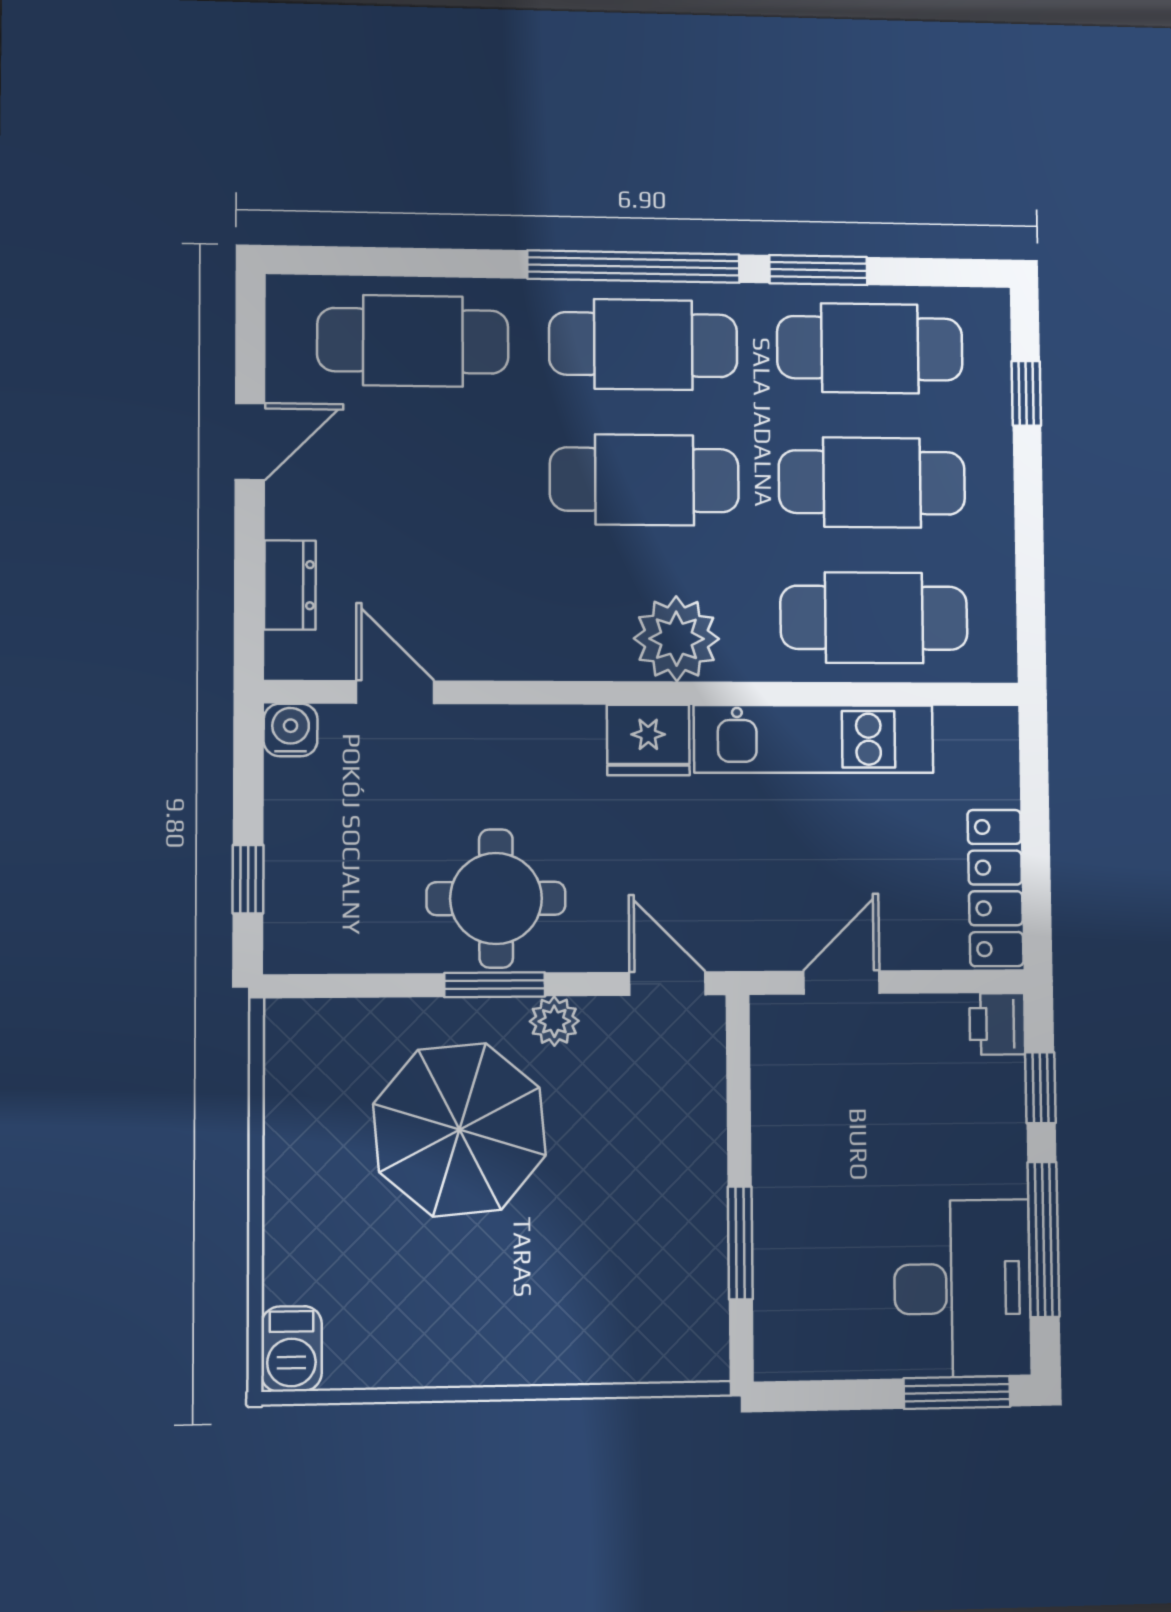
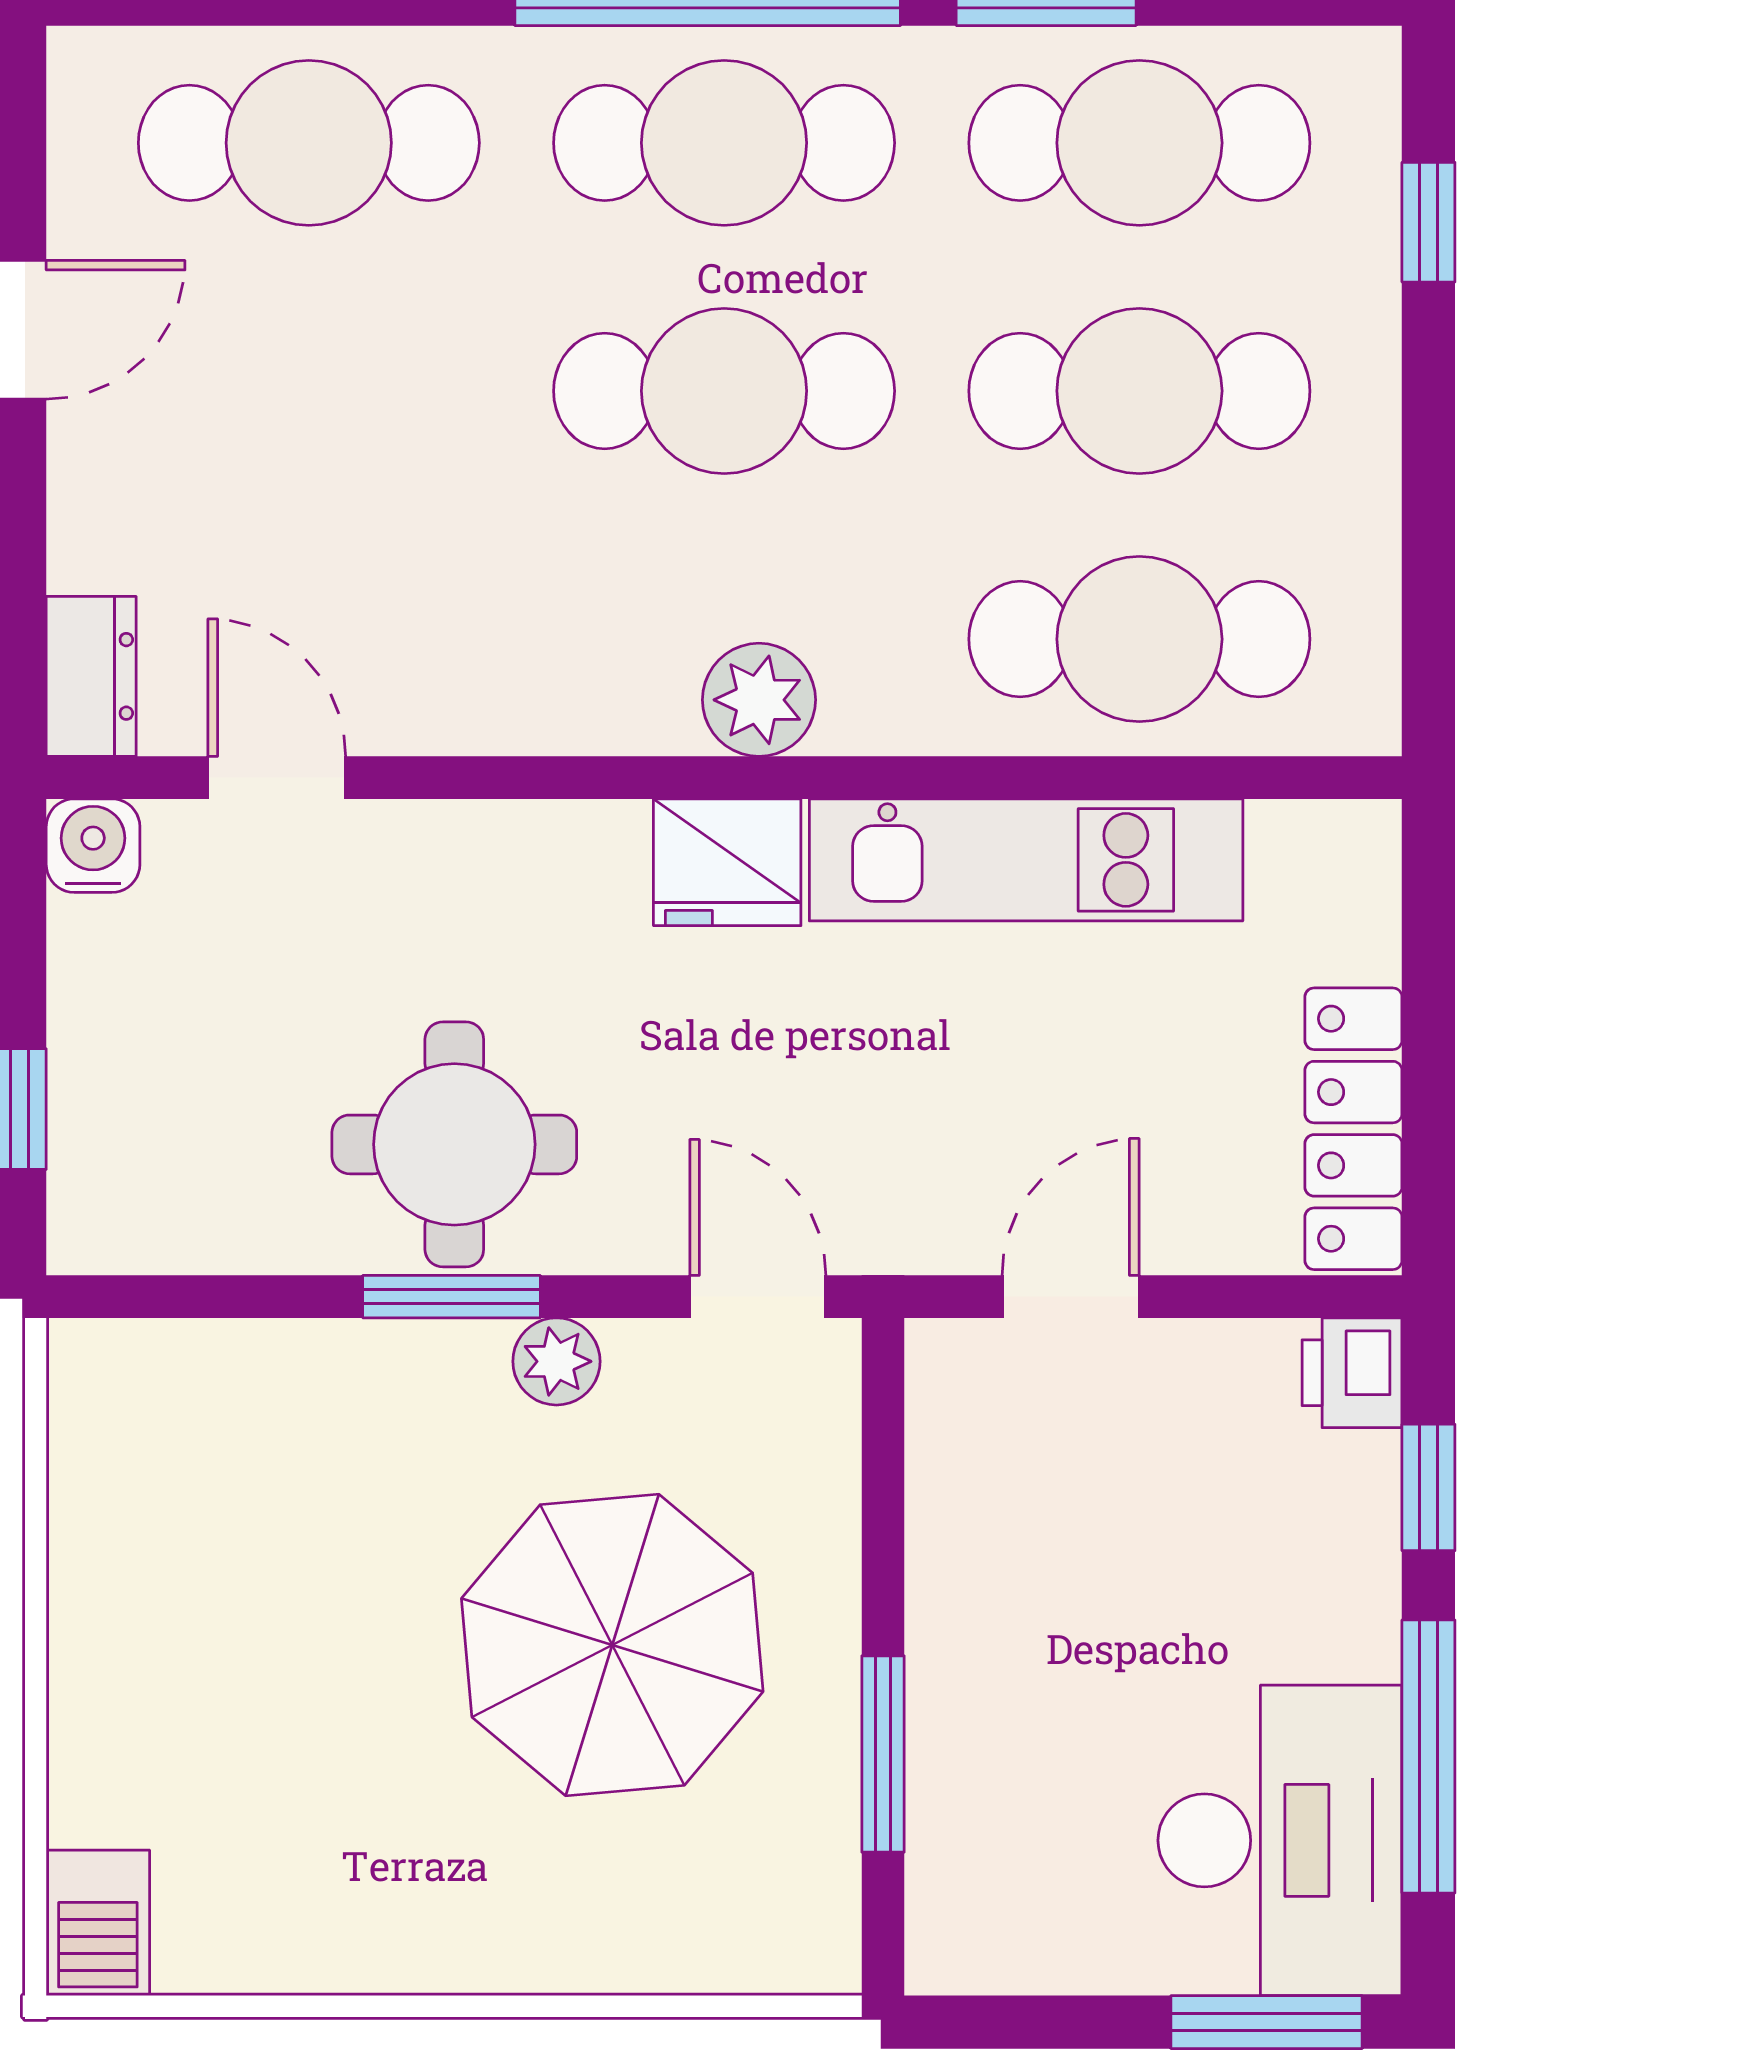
dresser: (290, 585) -> (91, 676), moved
plant: (676, 639) -> (759, 700), width x0.73, depth x0.73
parasol: (460, 1130) -> (612, 1645), moved

